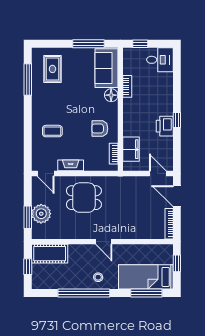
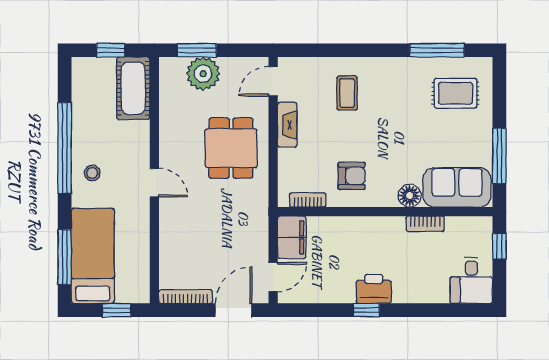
printer: (165, 126) -> (374, 289), moved
armchair: (100, 129) -> (352, 176), turned 90
filing cabinet: (131, 149) -> (292, 237), moved, turned -90
door: (104, 242) -> (154, 183), swing flipped

